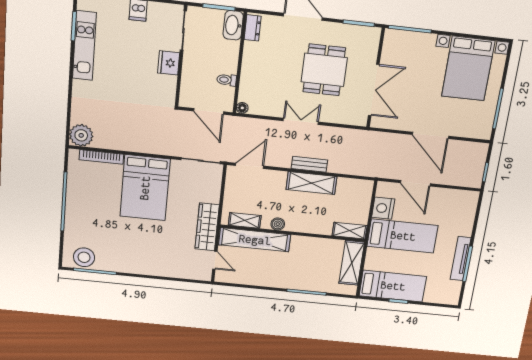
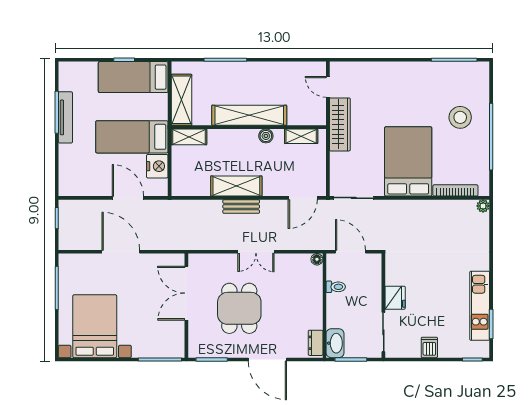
plant: (81, 135) -> (483, 206), width x0.53, depth x0.53
shelving: (255, 240) -> (249, 115), moved
stool: (84, 257) -> (460, 117), moved

